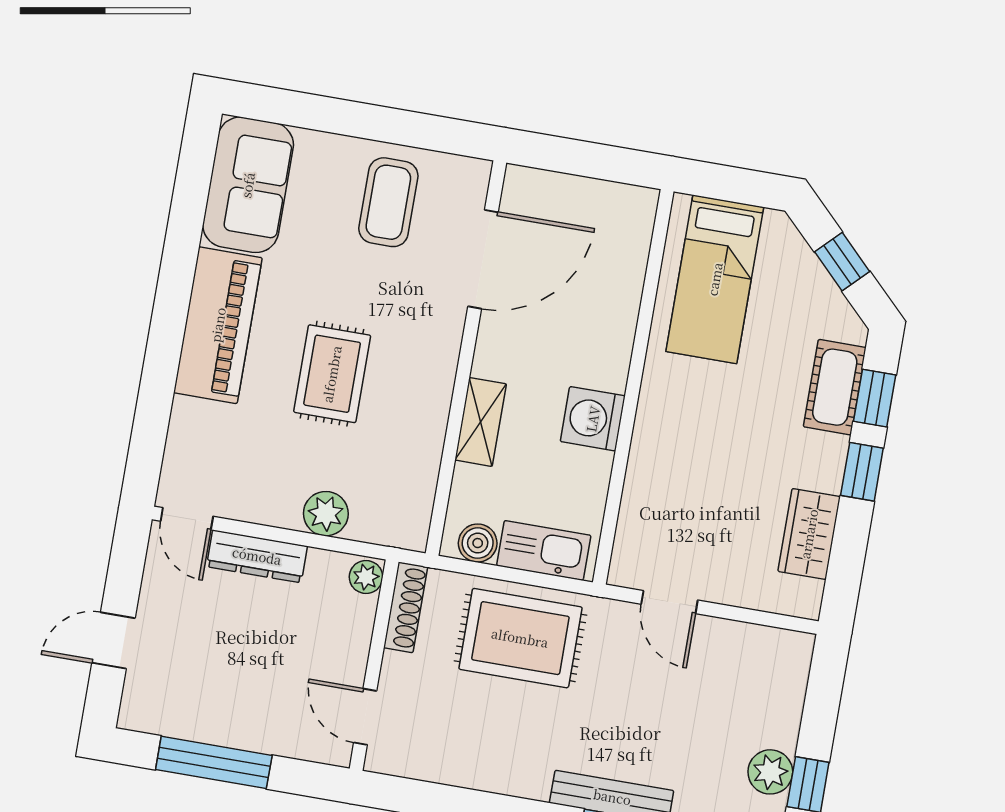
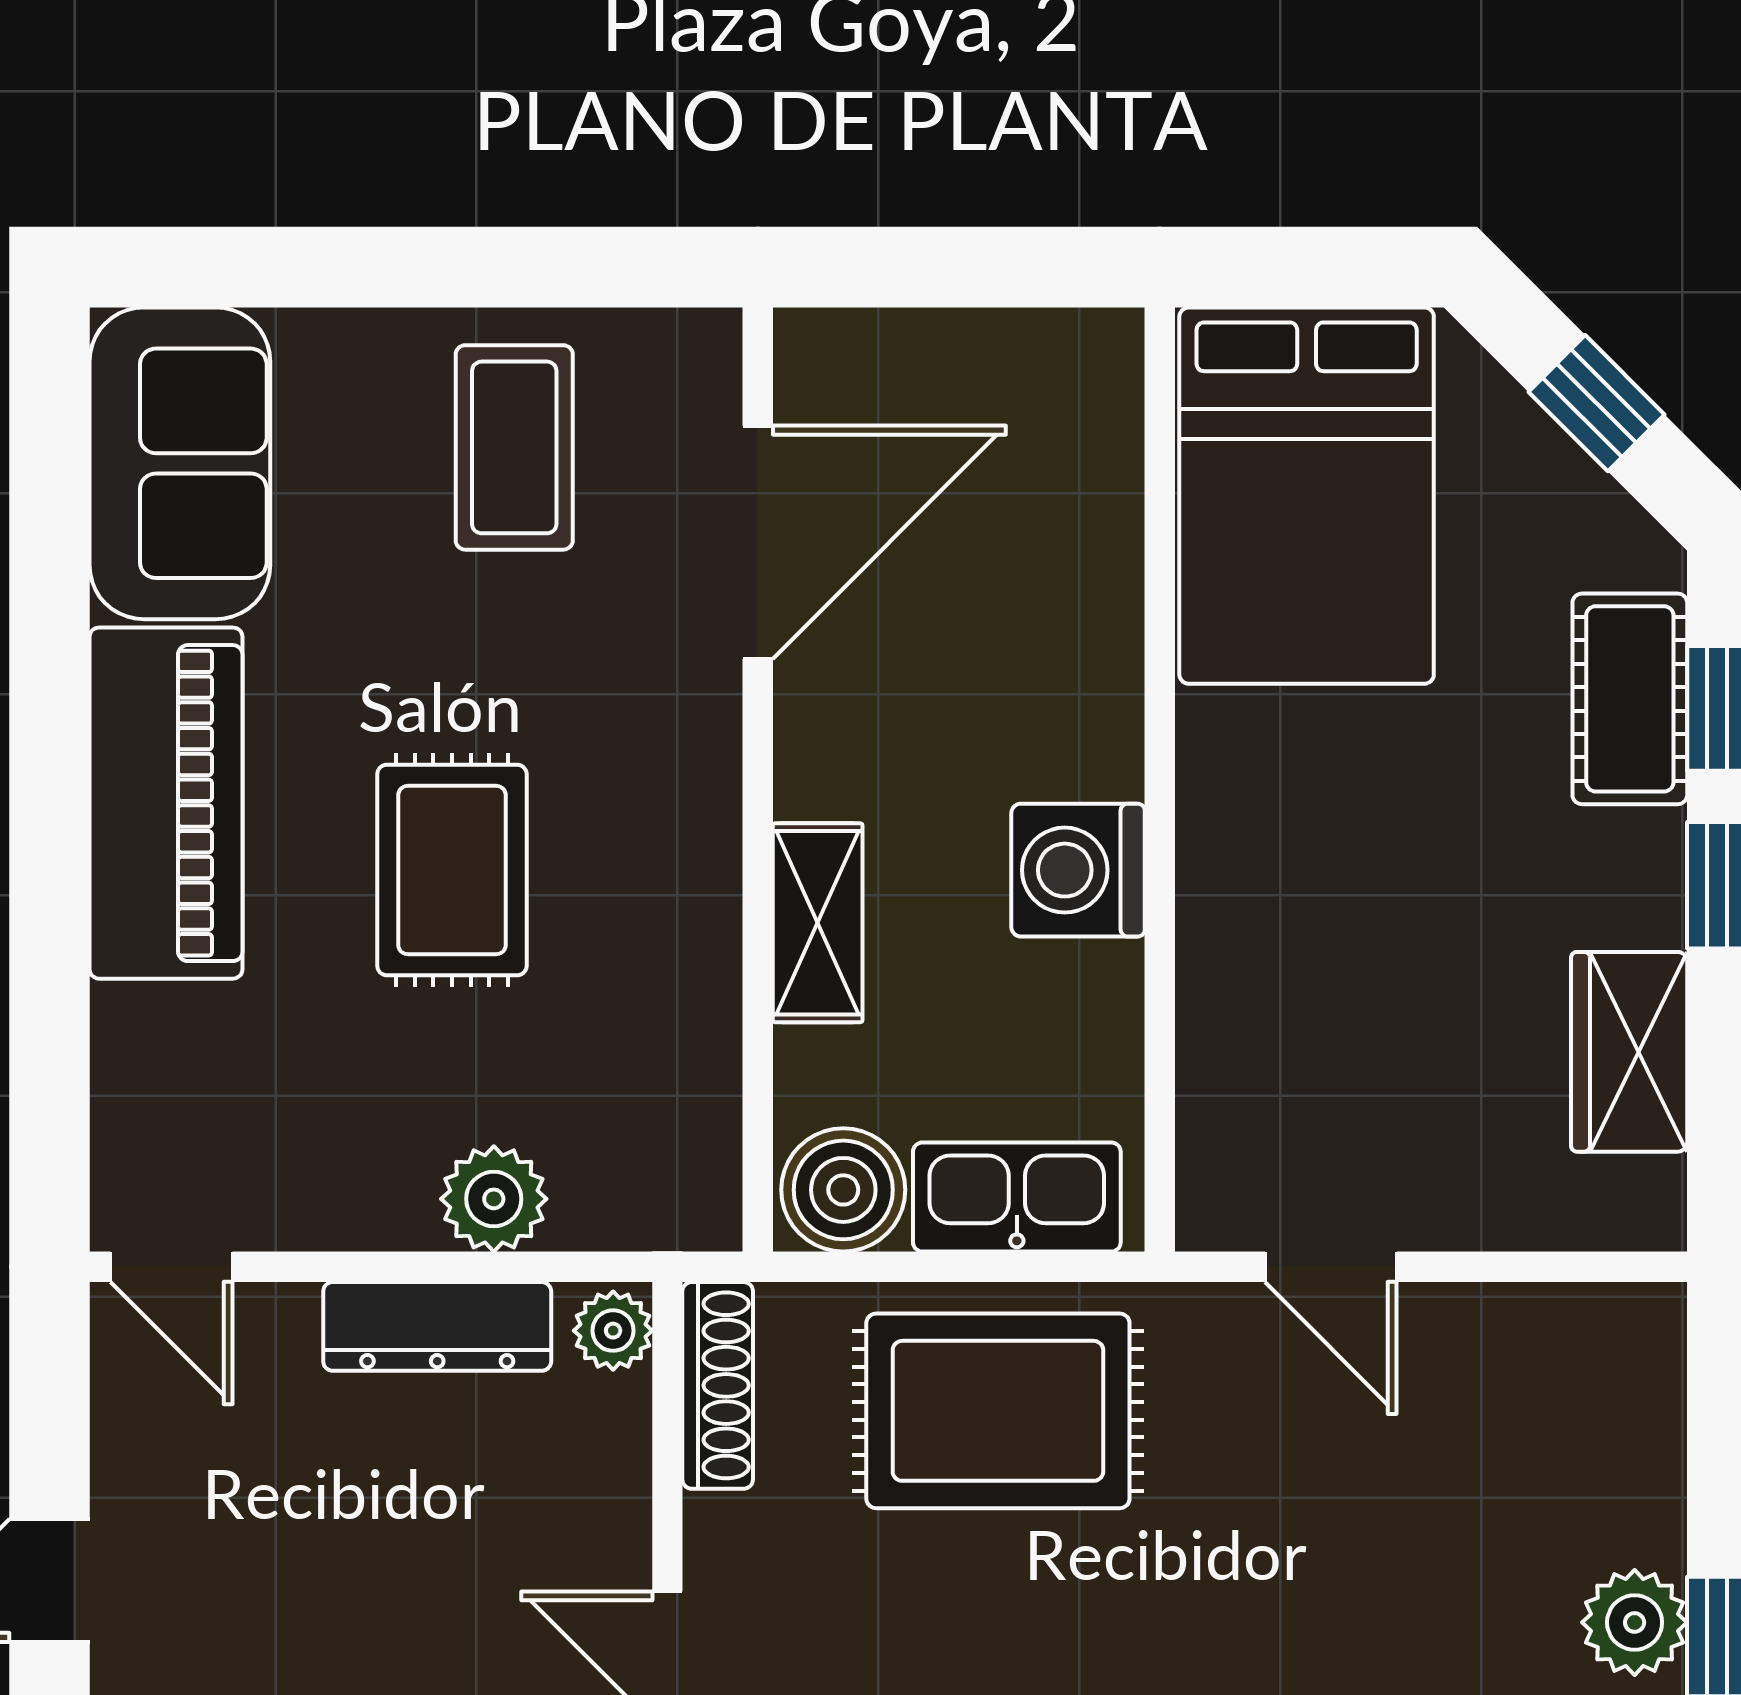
bed: (715, 279) -> (1307, 496), width x1.50
boiler: (478, 543) -> (843, 1190), width x1.36, depth x1.36
dresser: (257, 556) -> (437, 1326), moved

